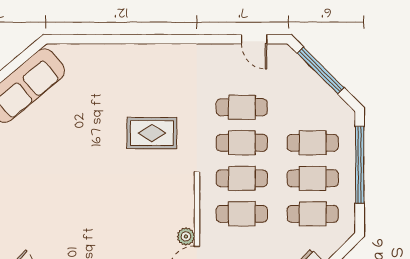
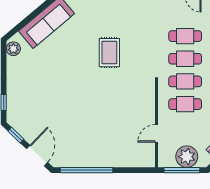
rug: (152, 133) -> (109, 53), moved, turned 90
plant: (186, 236) -> (149, 119), removed

